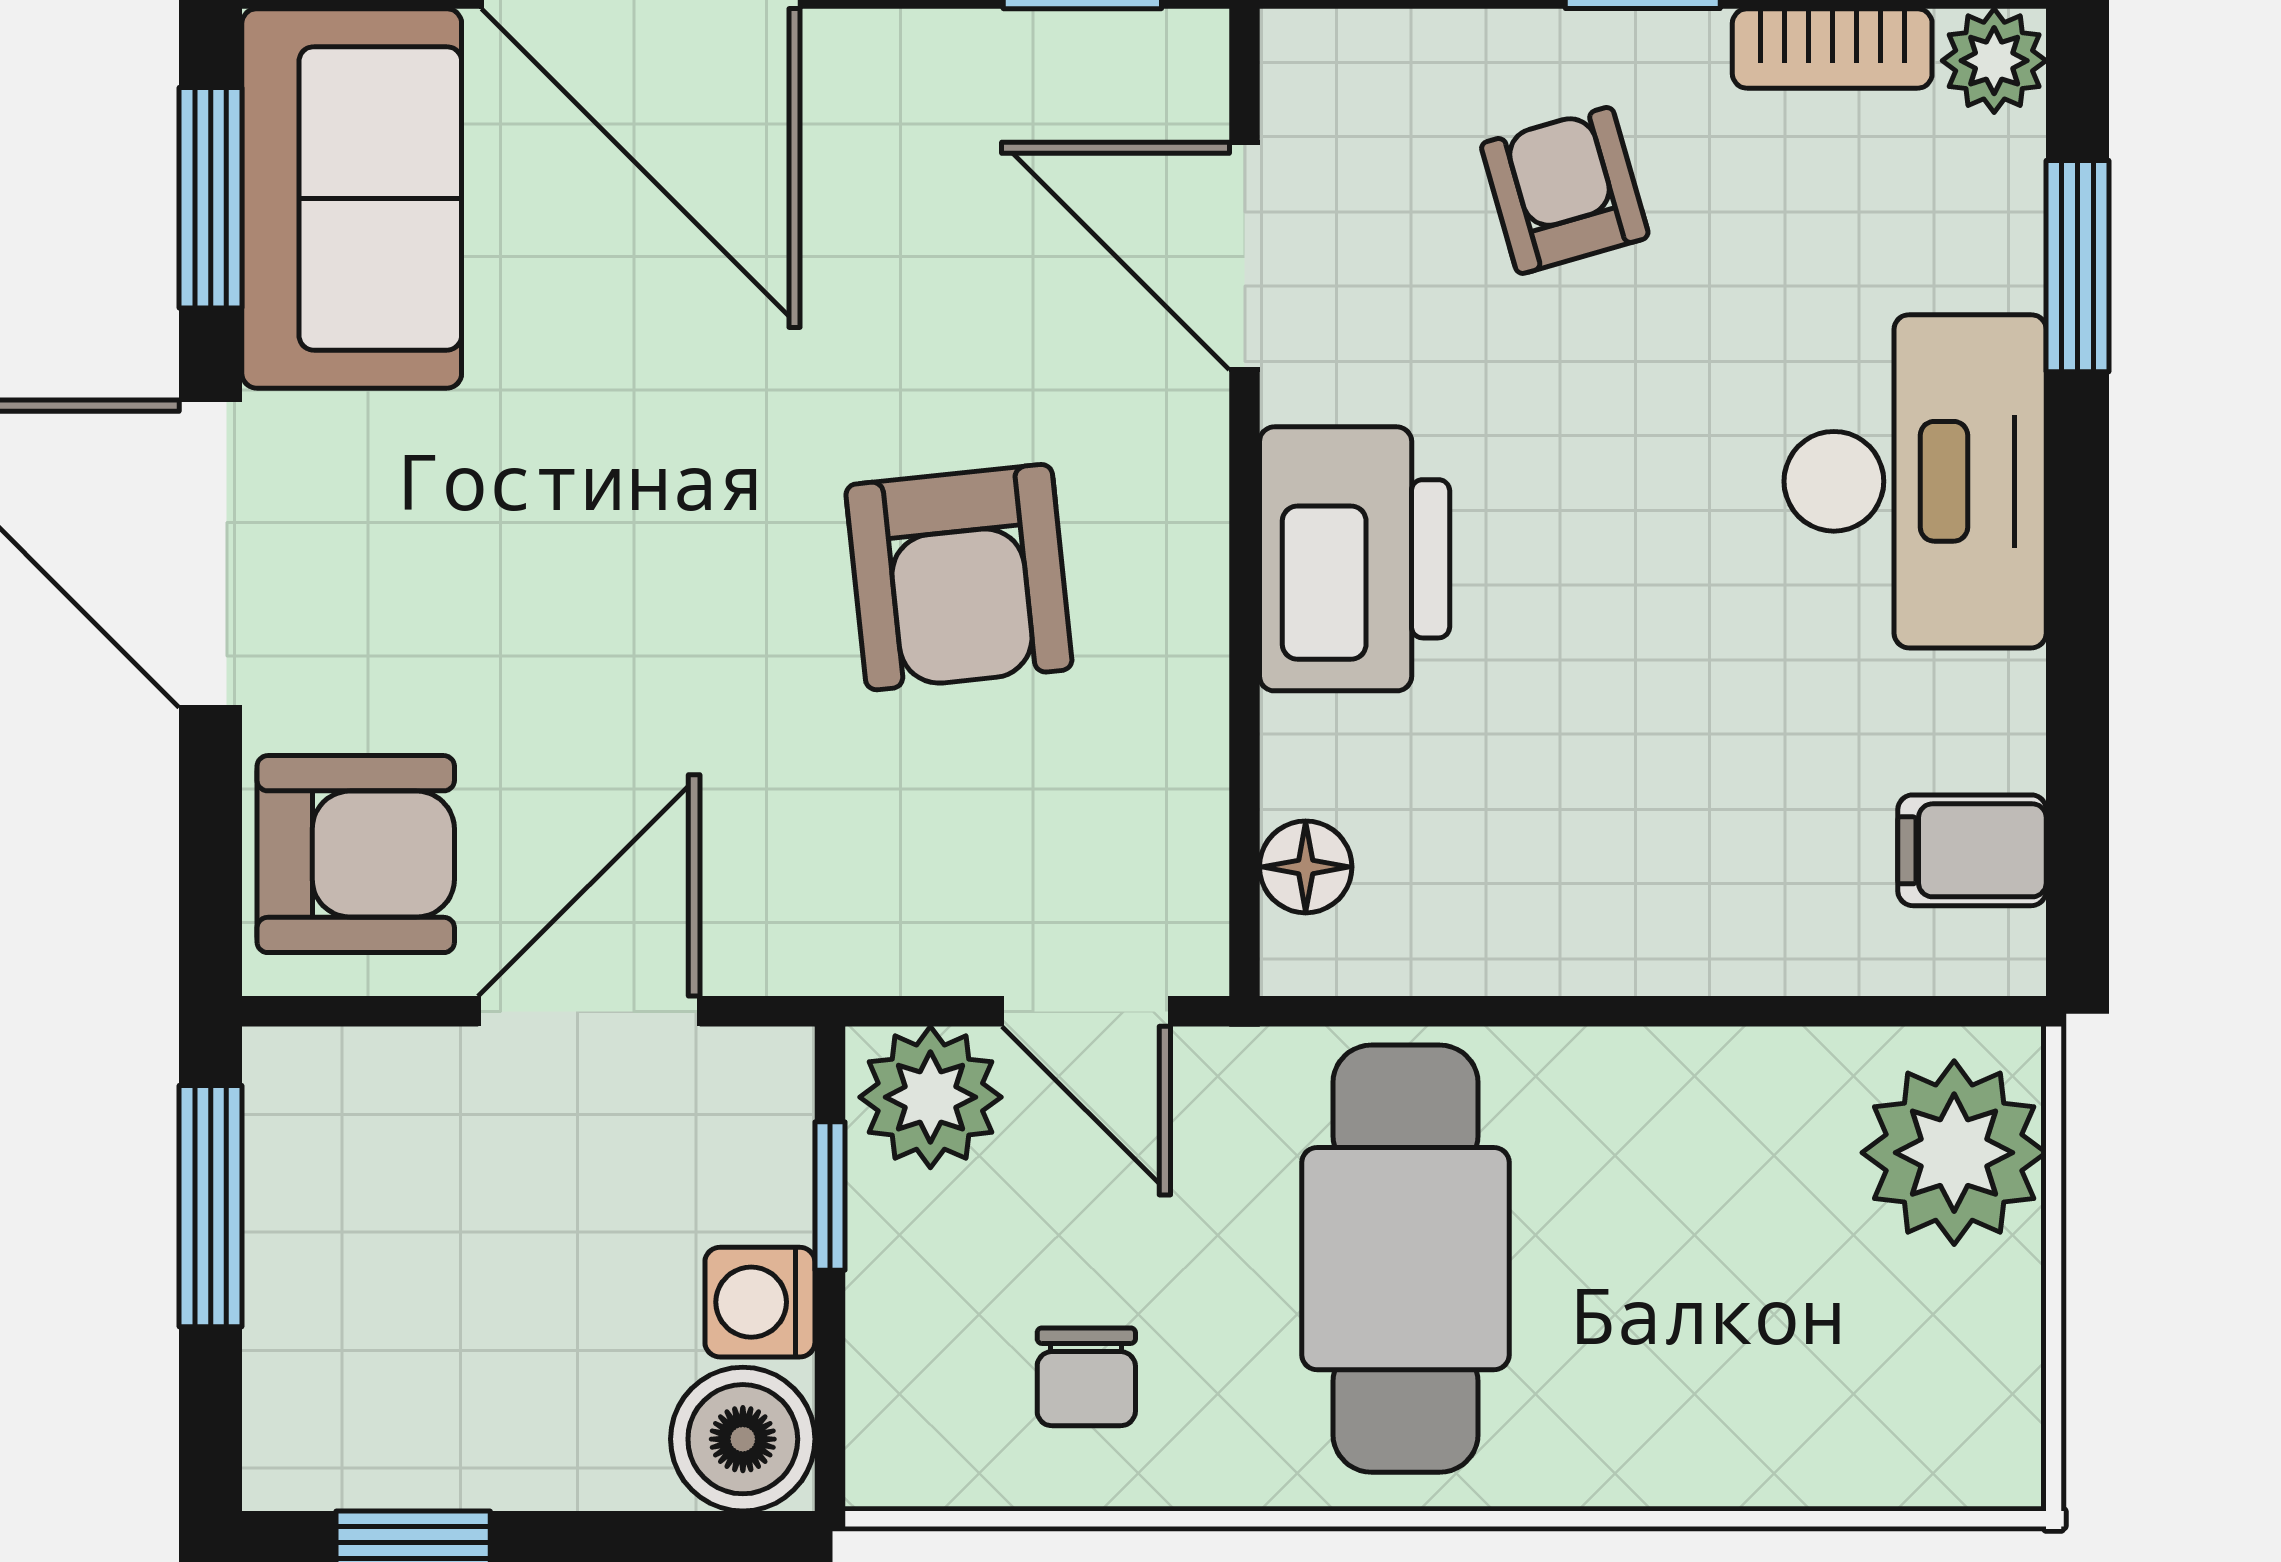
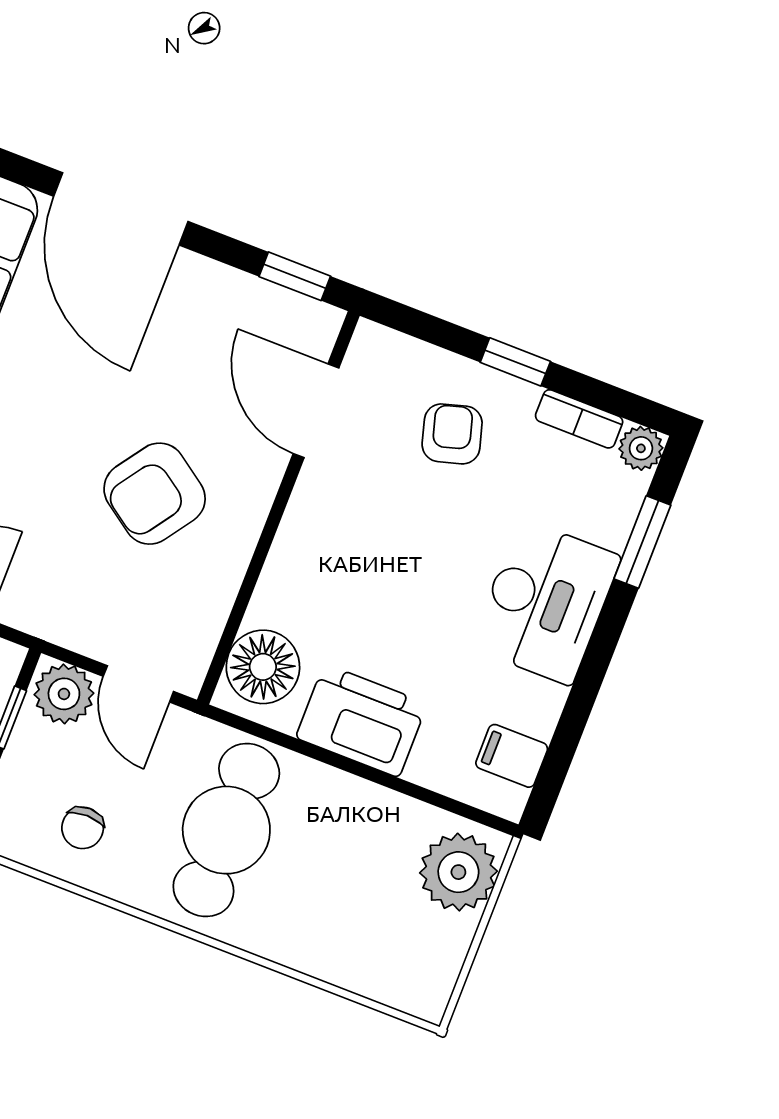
printer: (1355, 559) -> (362, 721), moved, turned -90
armchair: (959, 577) -> (155, 494), turned 41
floor lamp: (1306, 867) -> (263, 667), width x1.89, depth x1.89

